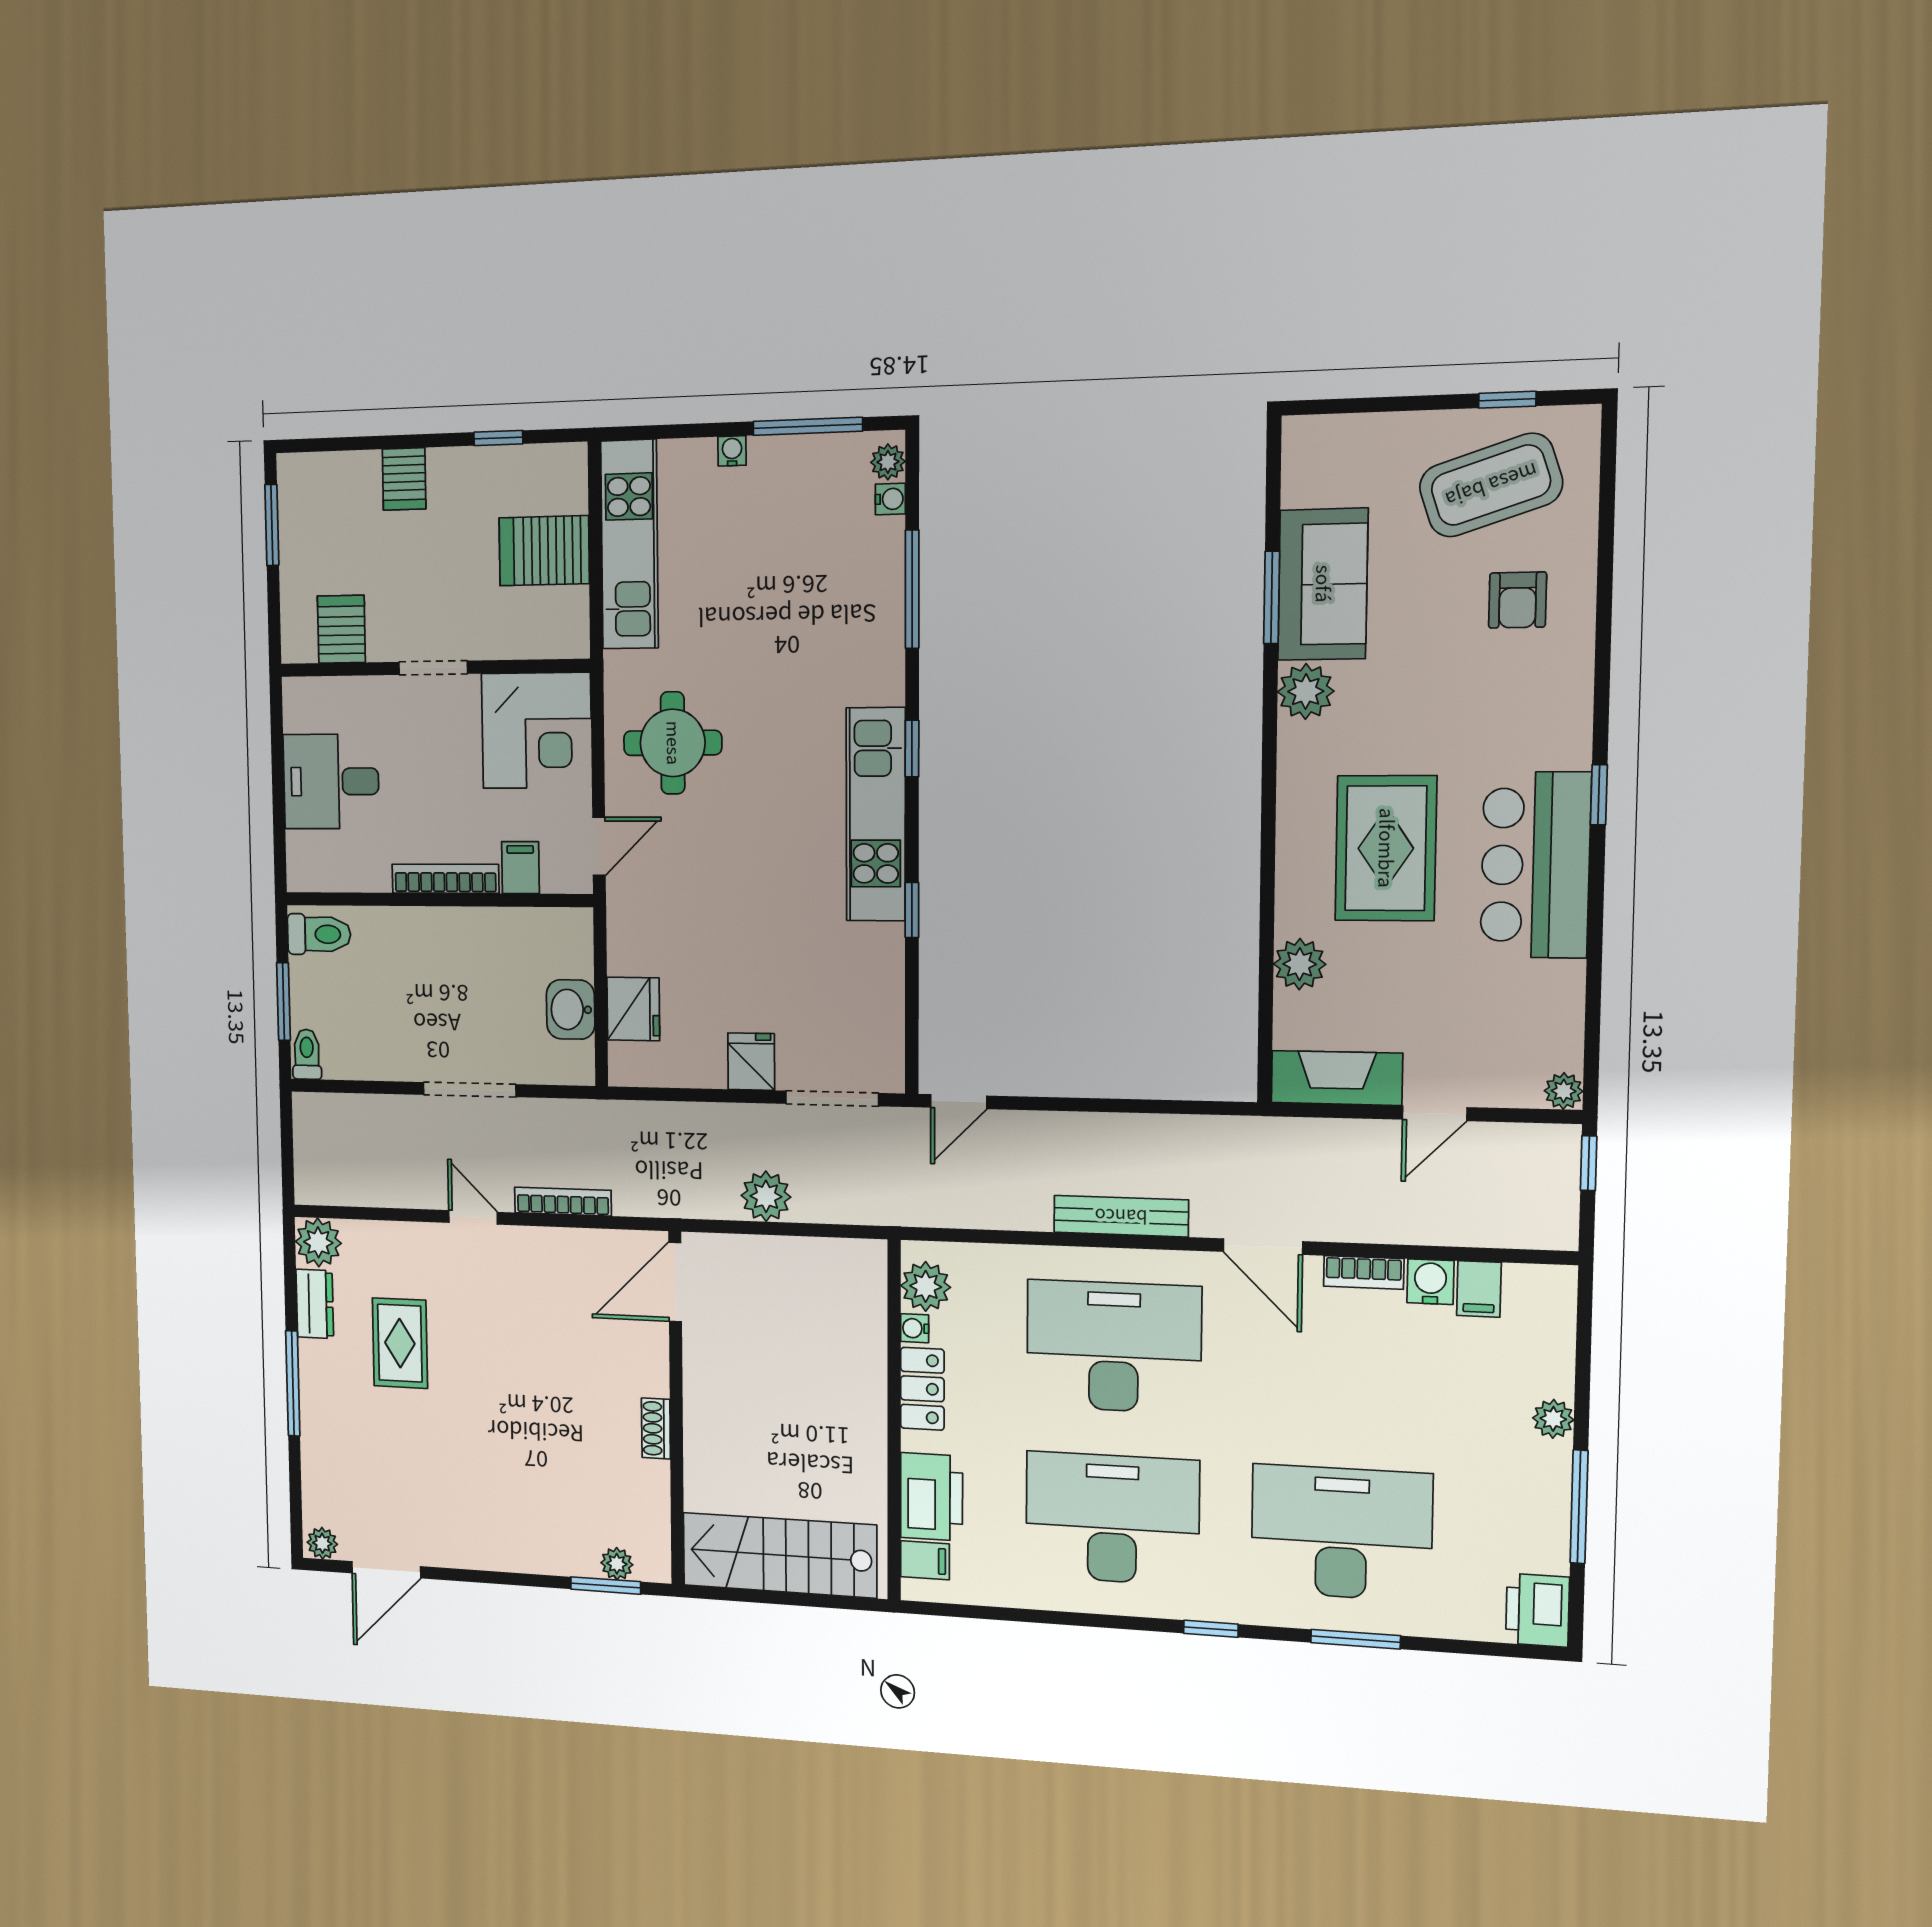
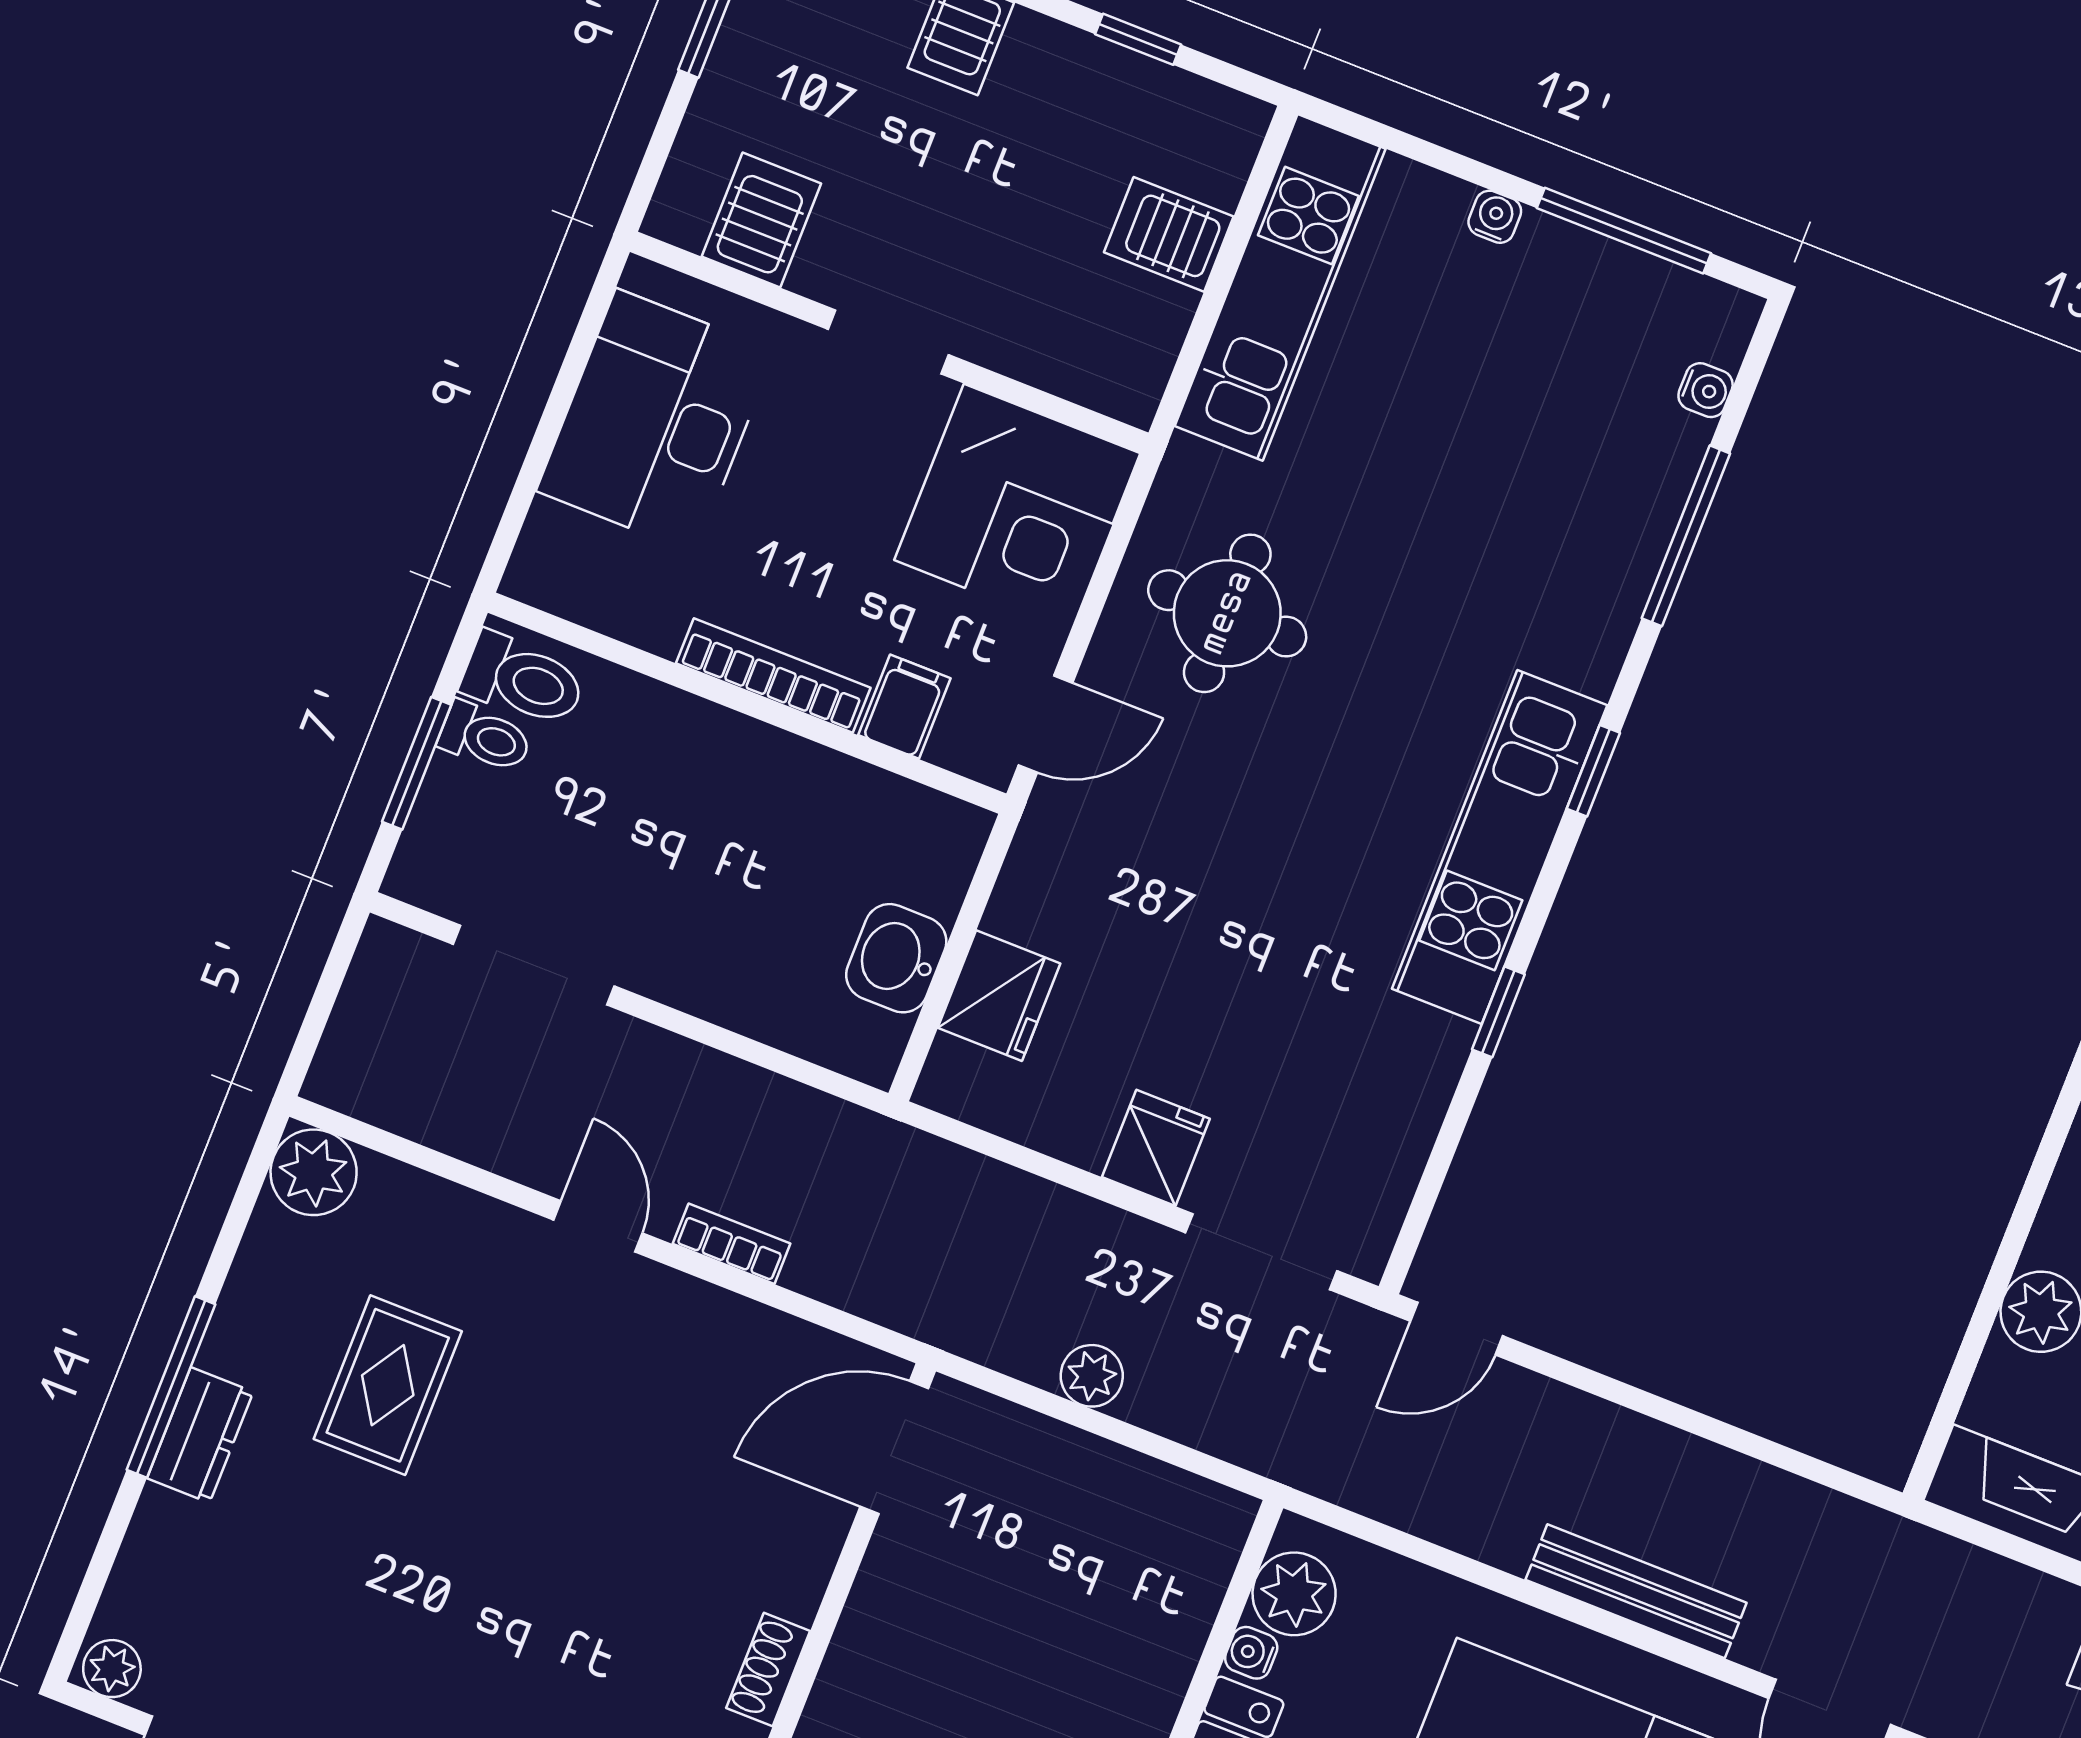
plant: (888, 462) -> (1723, 335), removed
server rack: (544, 551) -> (1169, 234), width x0.73, depth x0.70
desk: (331, 781) -> (656, 421), width x1.37
toilet: (307, 1054) -> (485, 737), moved, turned 90
doorway: (470, 1090) -> (534, 965), moved
plant: (766, 1196) -> (1092, 1376), width x0.73, depth x0.73
bookcase: (563, 1201) -> (731, 1244), width x0.64
dresser: (315, 1304) -> (200, 1435), moved

